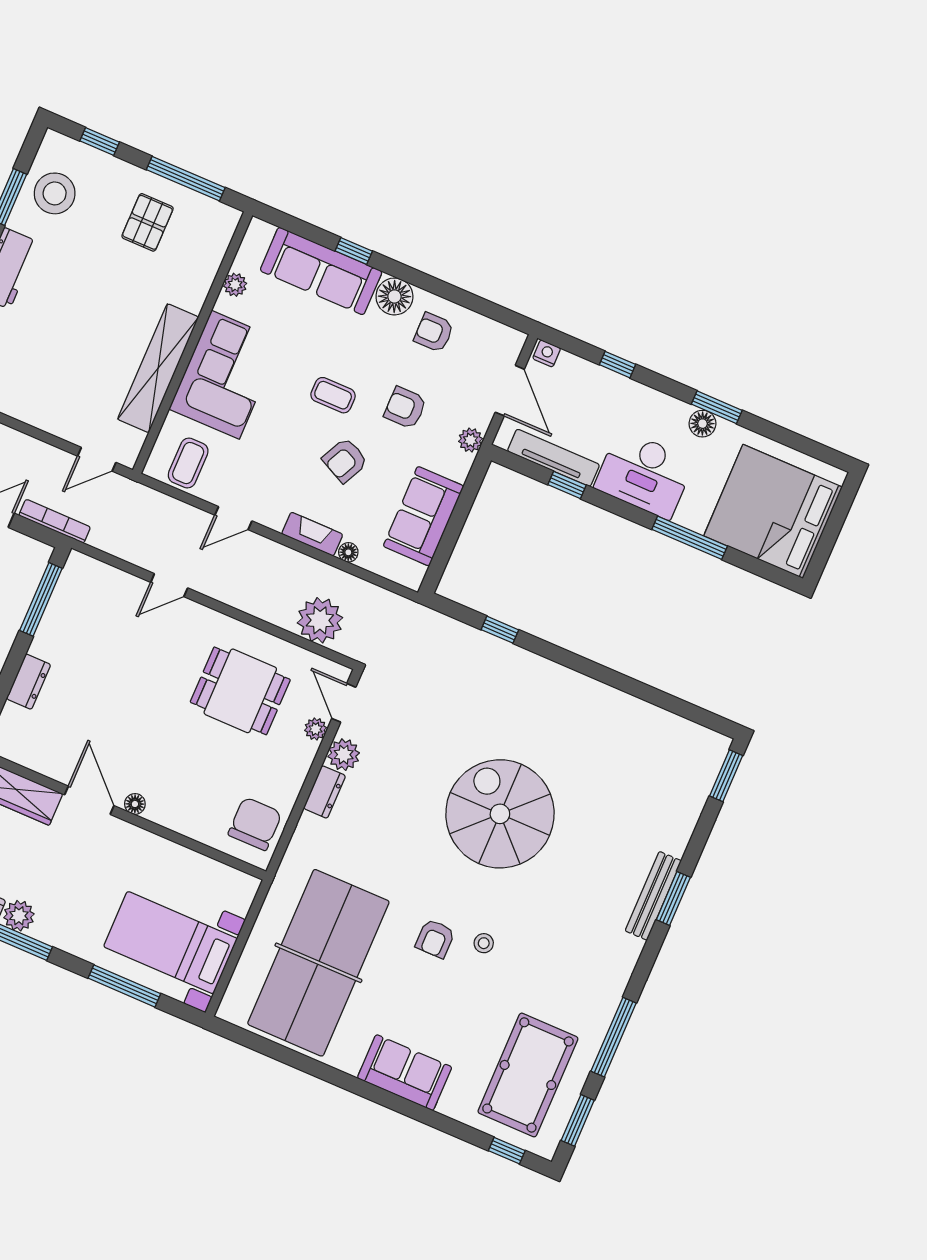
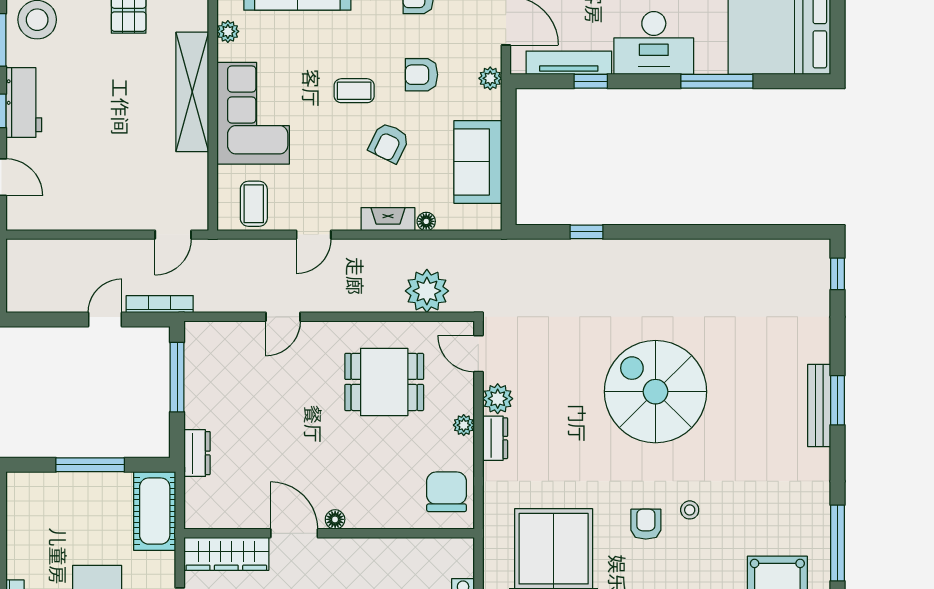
shelving: (158, 368) -> (192, 92), moved
plant: (316, 729) -> (464, 425), moved
window: (726, 776) -> (837, 274), width x0.67
armchair: (435, 939) -> (646, 524), turned 180

